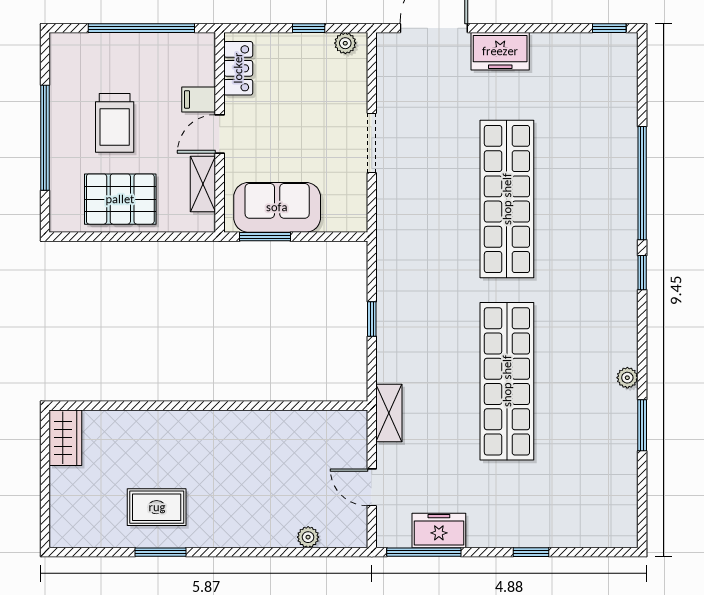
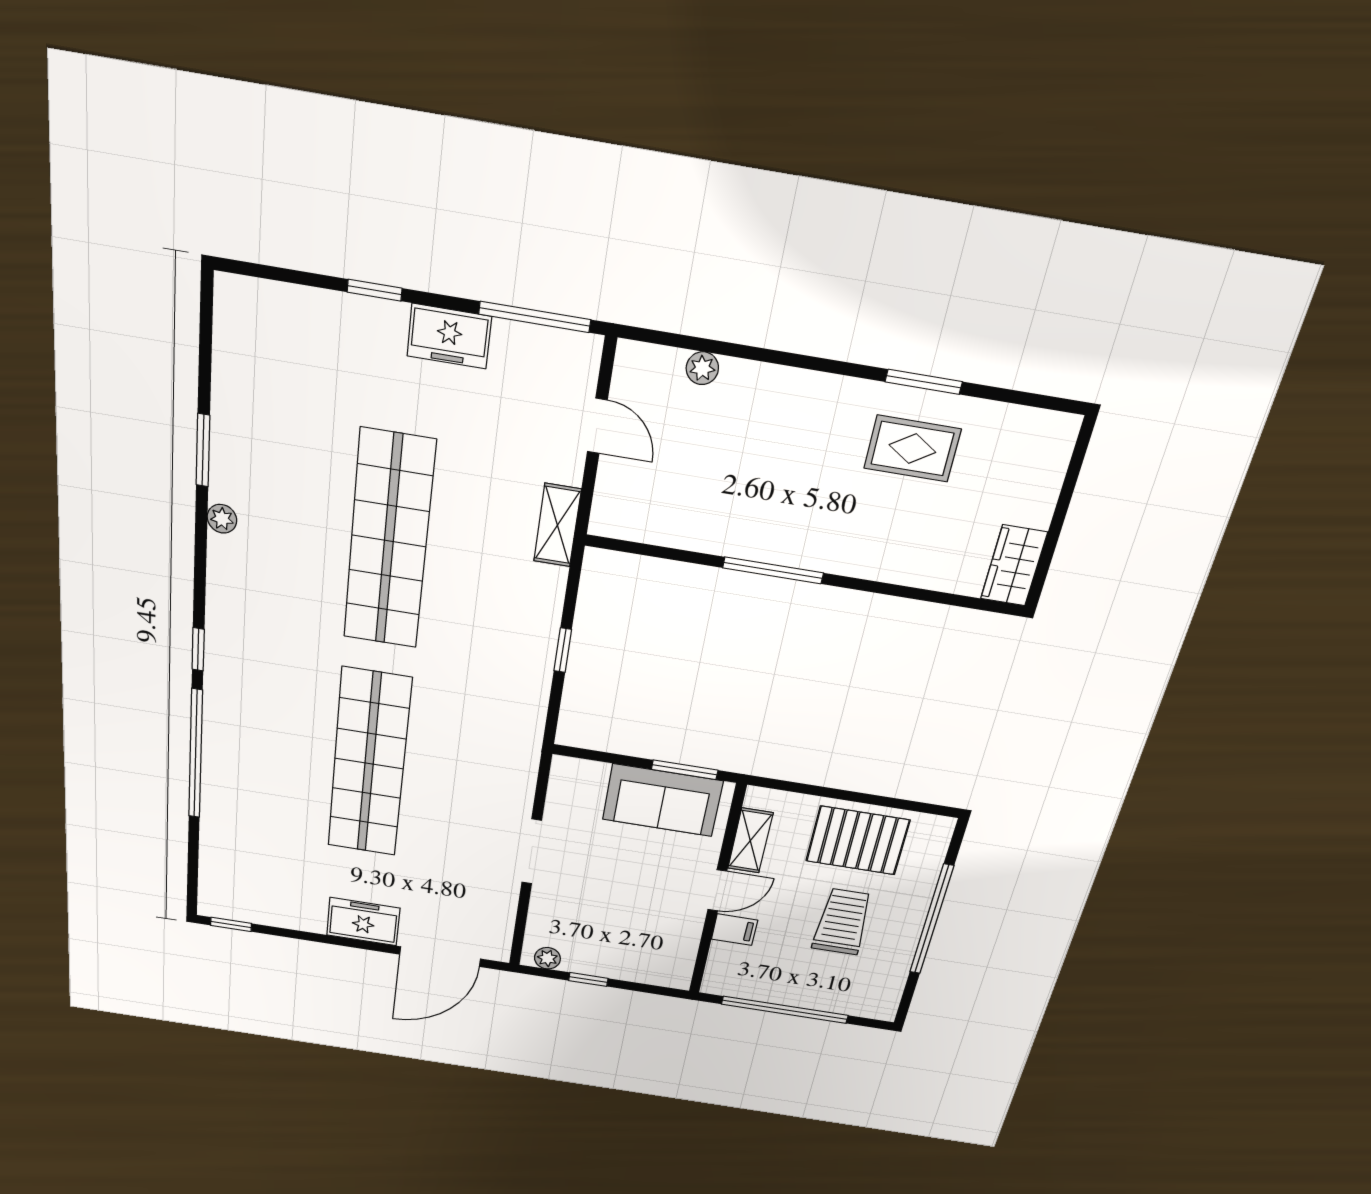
locker: (238, 68) -> (680, 953), removed
window: (232, 406) -> (773, 570), added
freezer: (439, 531) -> (449, 336), moved

